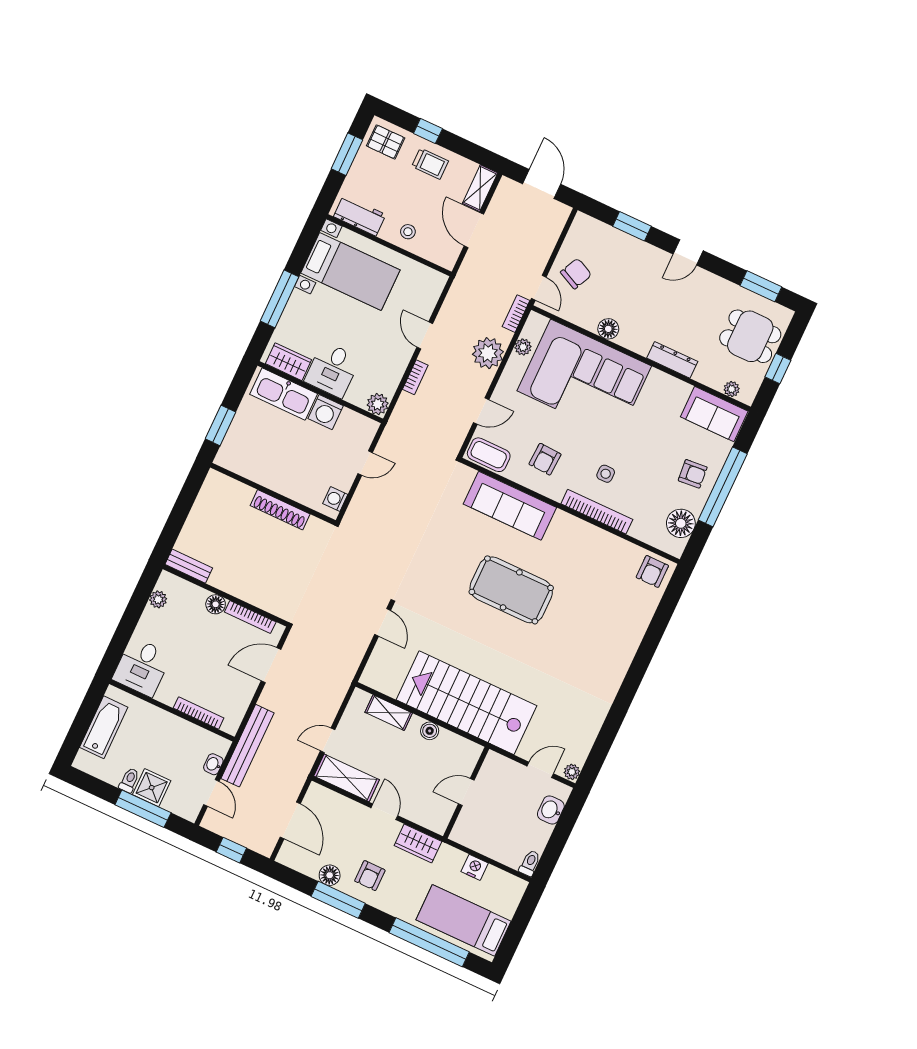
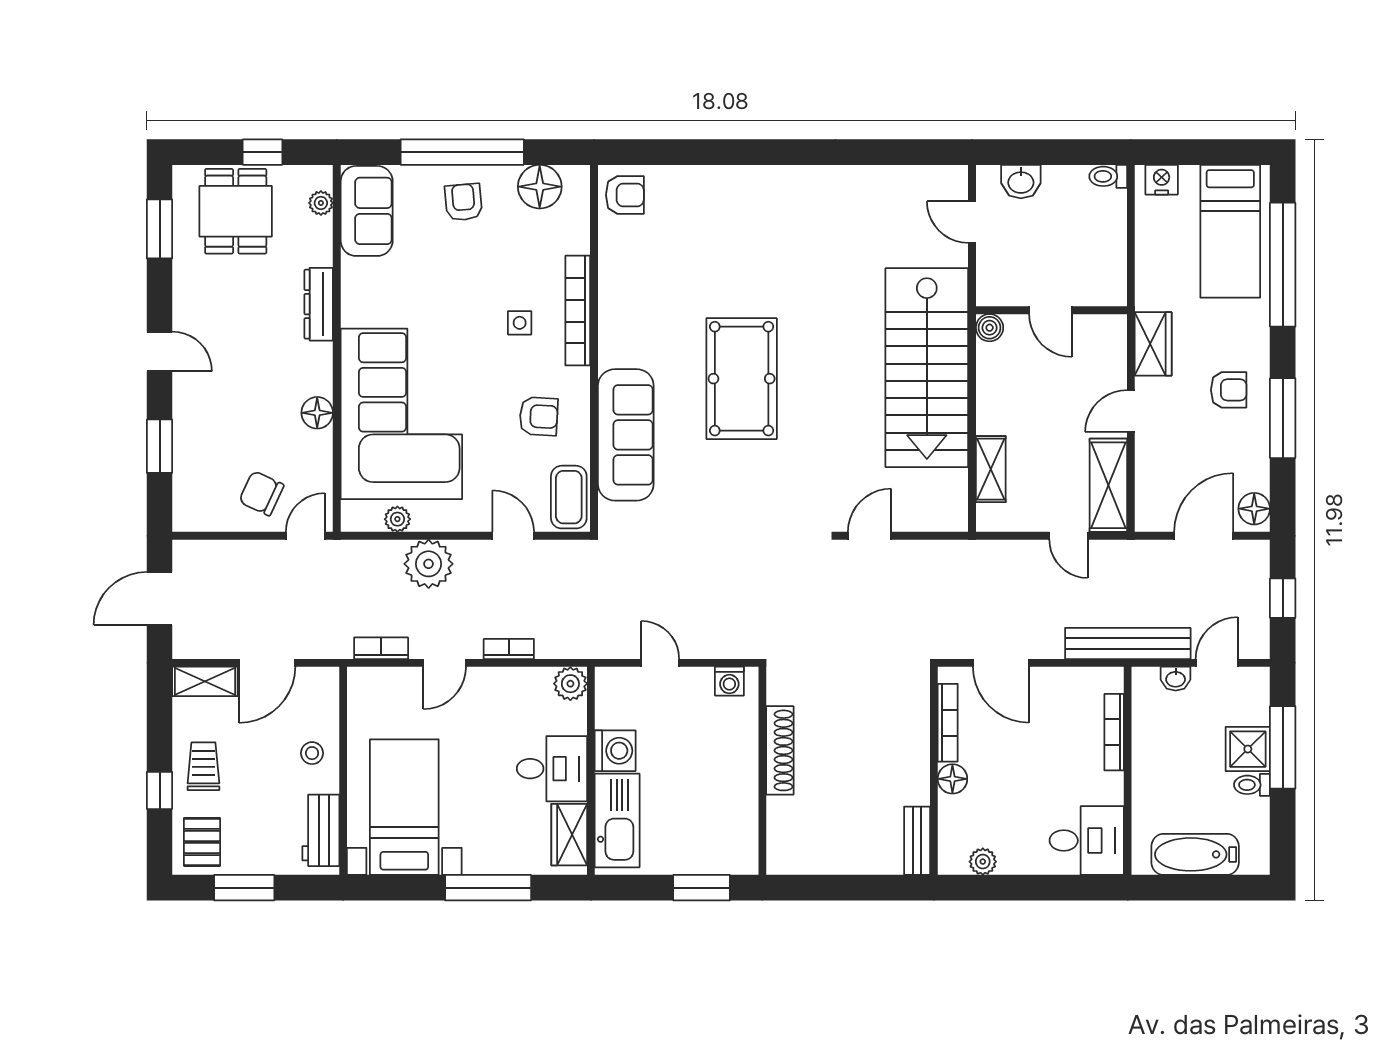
bookcase: (516, 314) -> (381, 648), moved, turned 180
boiler: (430, 731) -> (990, 328), moved
plant: (572, 772) -> (954, 177), removed
nightstand: (475, 867) -> (1162, 180), moved, turned 90
floor lamp: (330, 875) -> (1254, 509), moved

